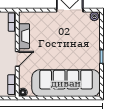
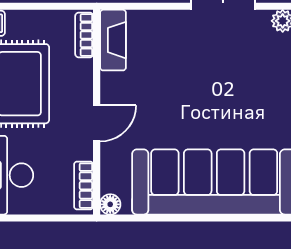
fireplace: (24, 36) -> (113, 40), moved

